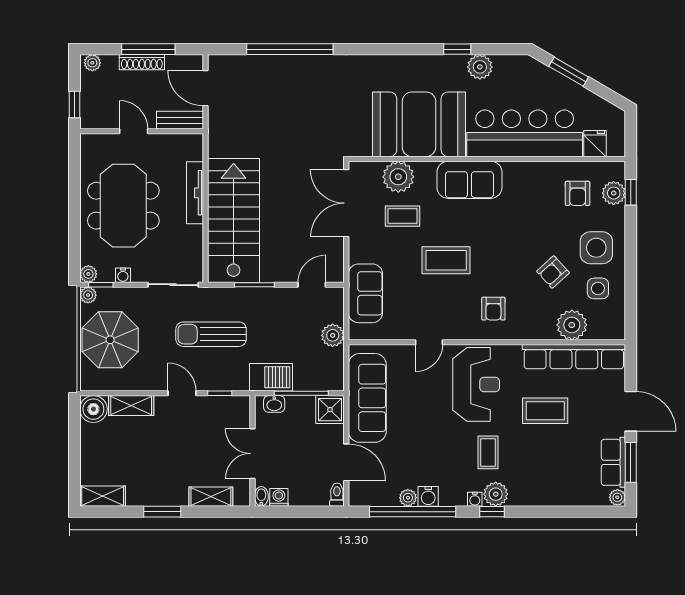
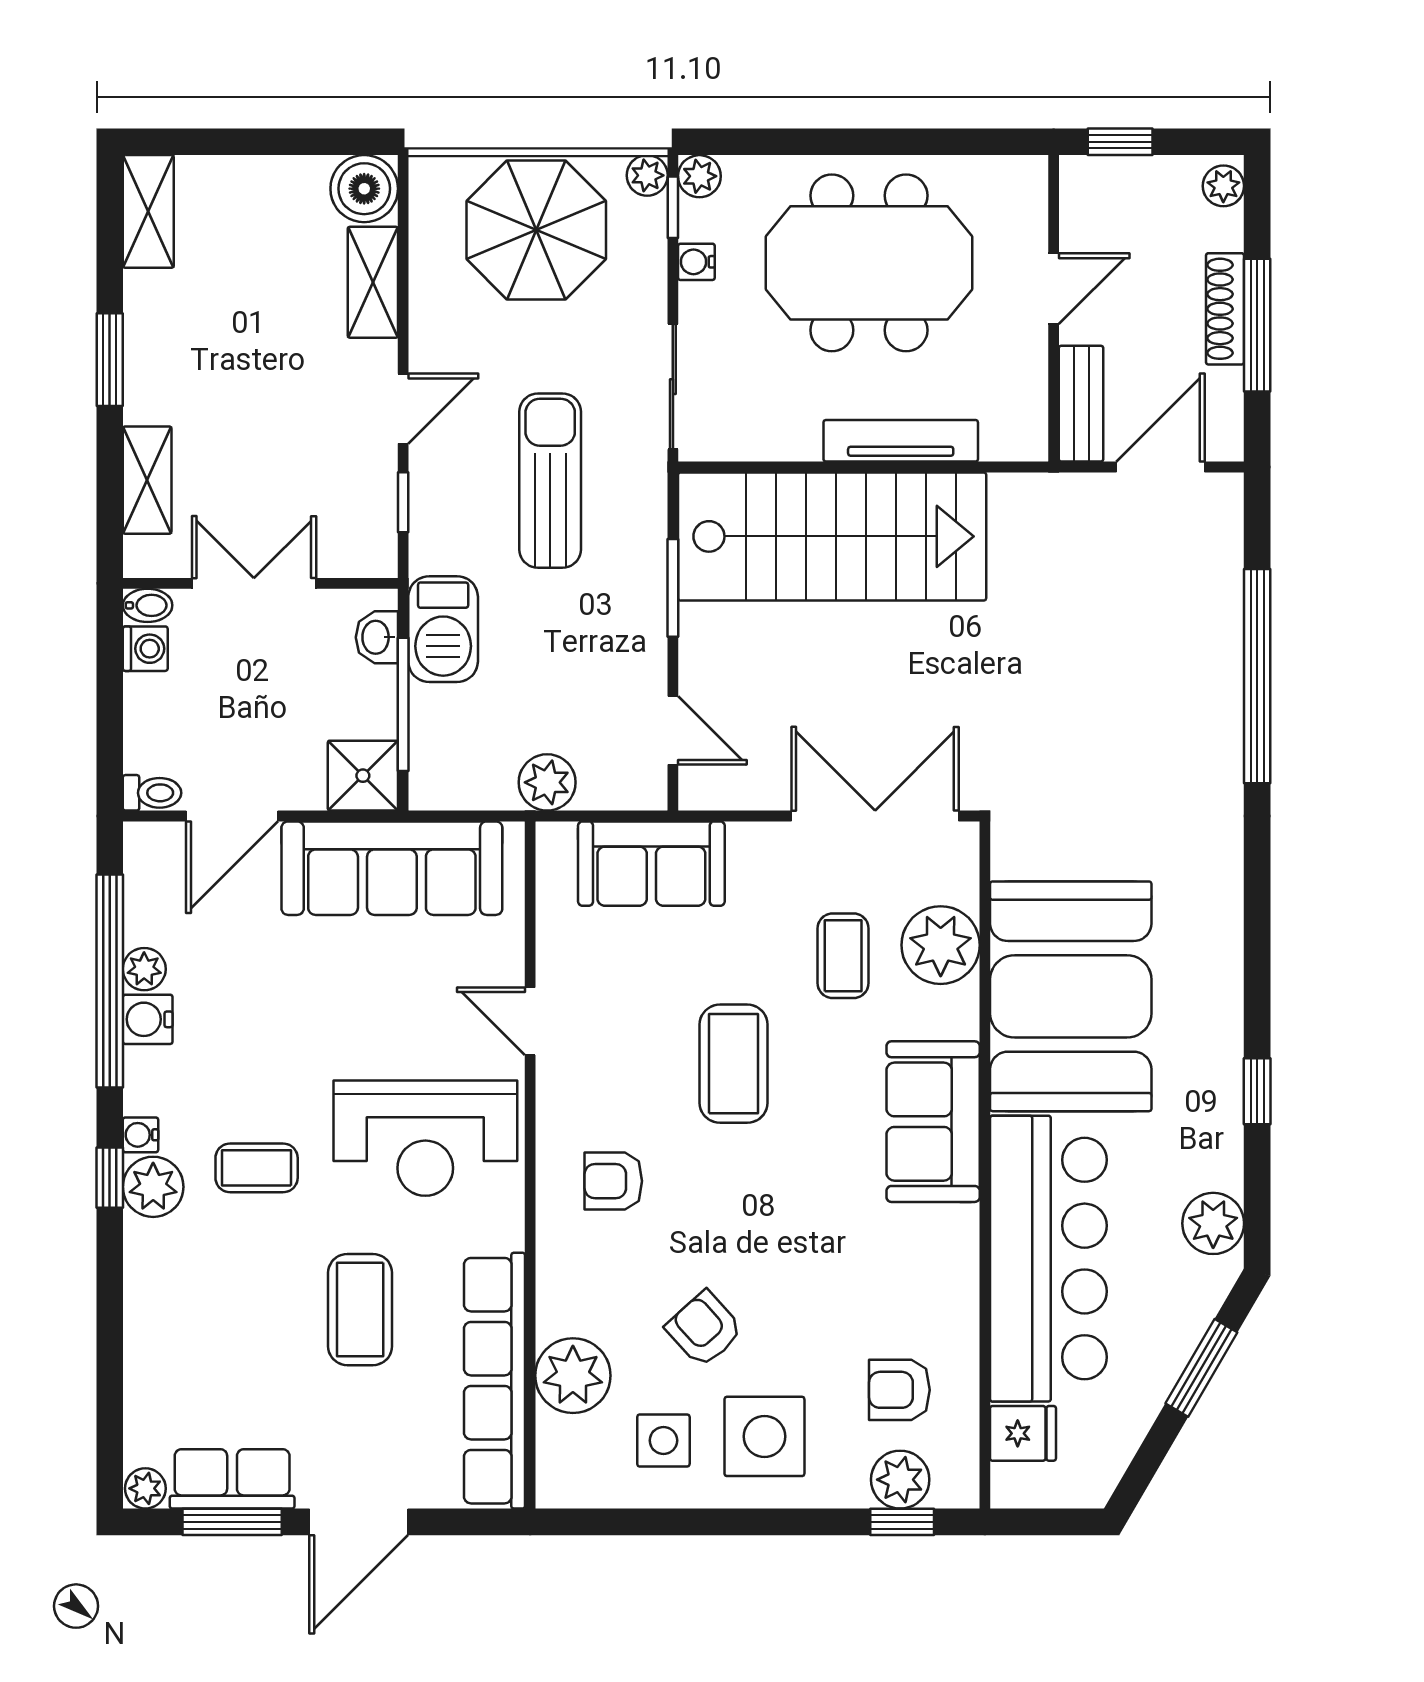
plant: (480, 67) -> (1213, 1223), moved

